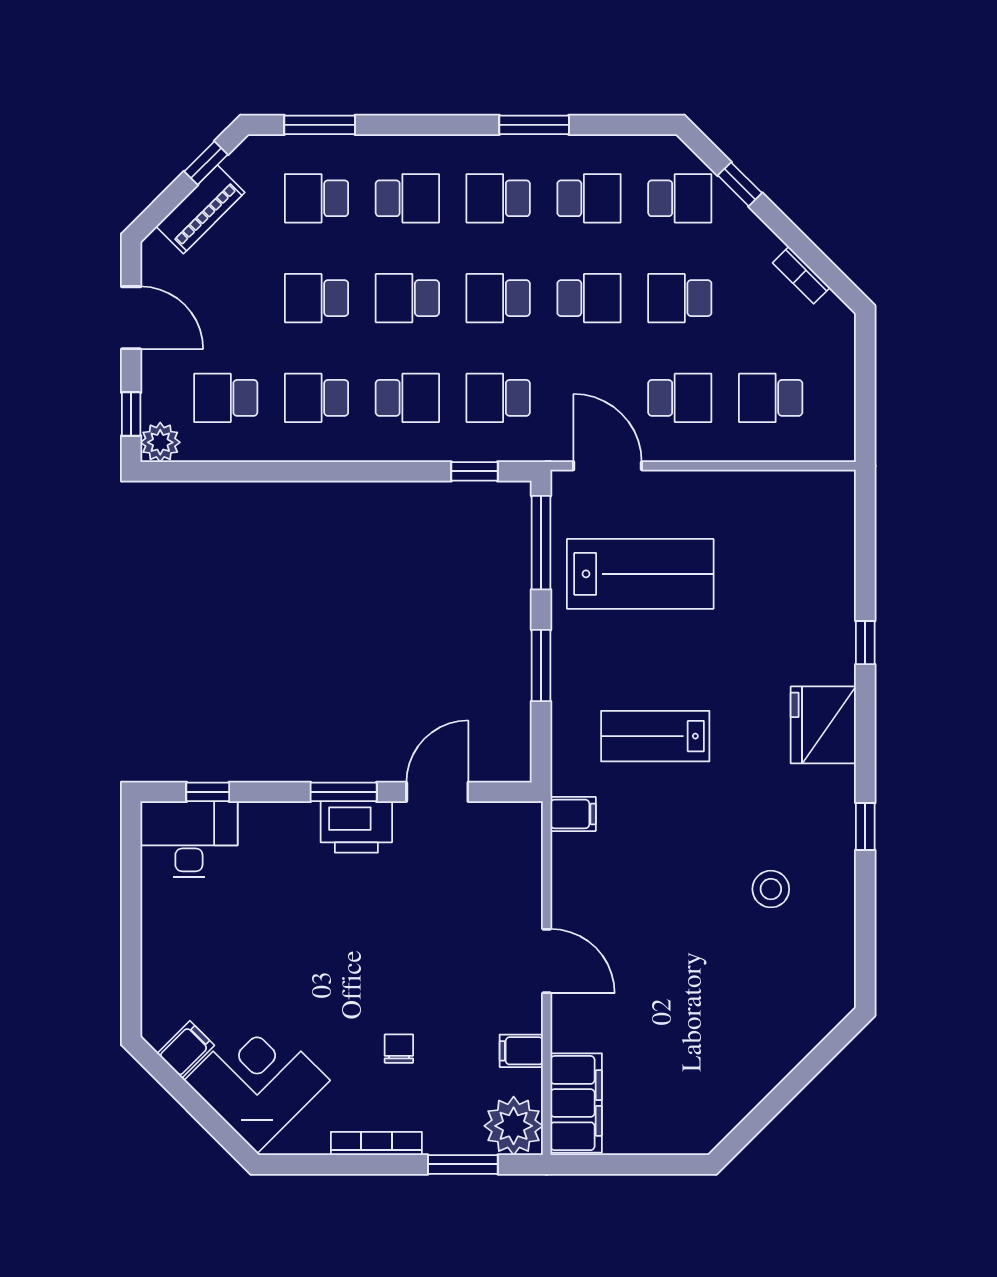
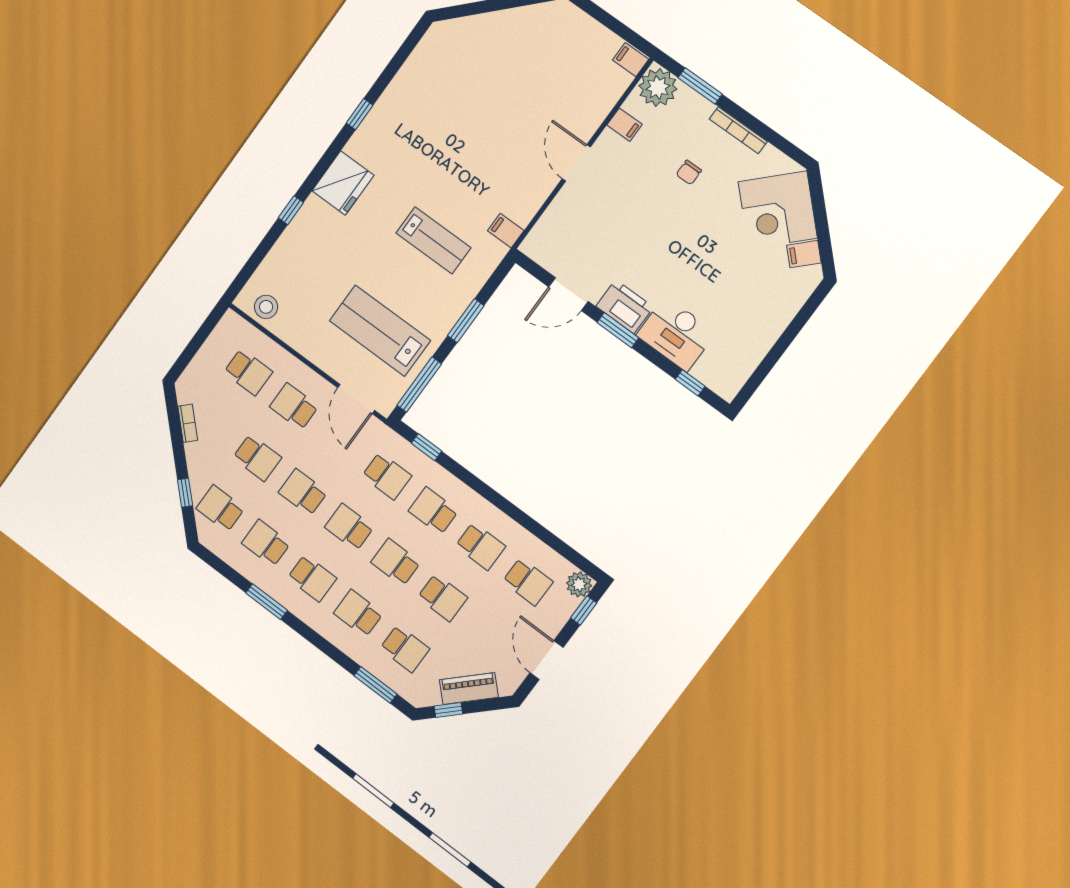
school desk: (407, 298) -> (396, 562), turned 180
school desk: (498, 298) -> (349, 527), turned 180
desk: (189, 839) -> (676, 334), moved
stool: (771, 889) -> (266, 307), moved
filing cabinet: (576, 1103) -> (631, 60), width x0.33, depth x0.86

